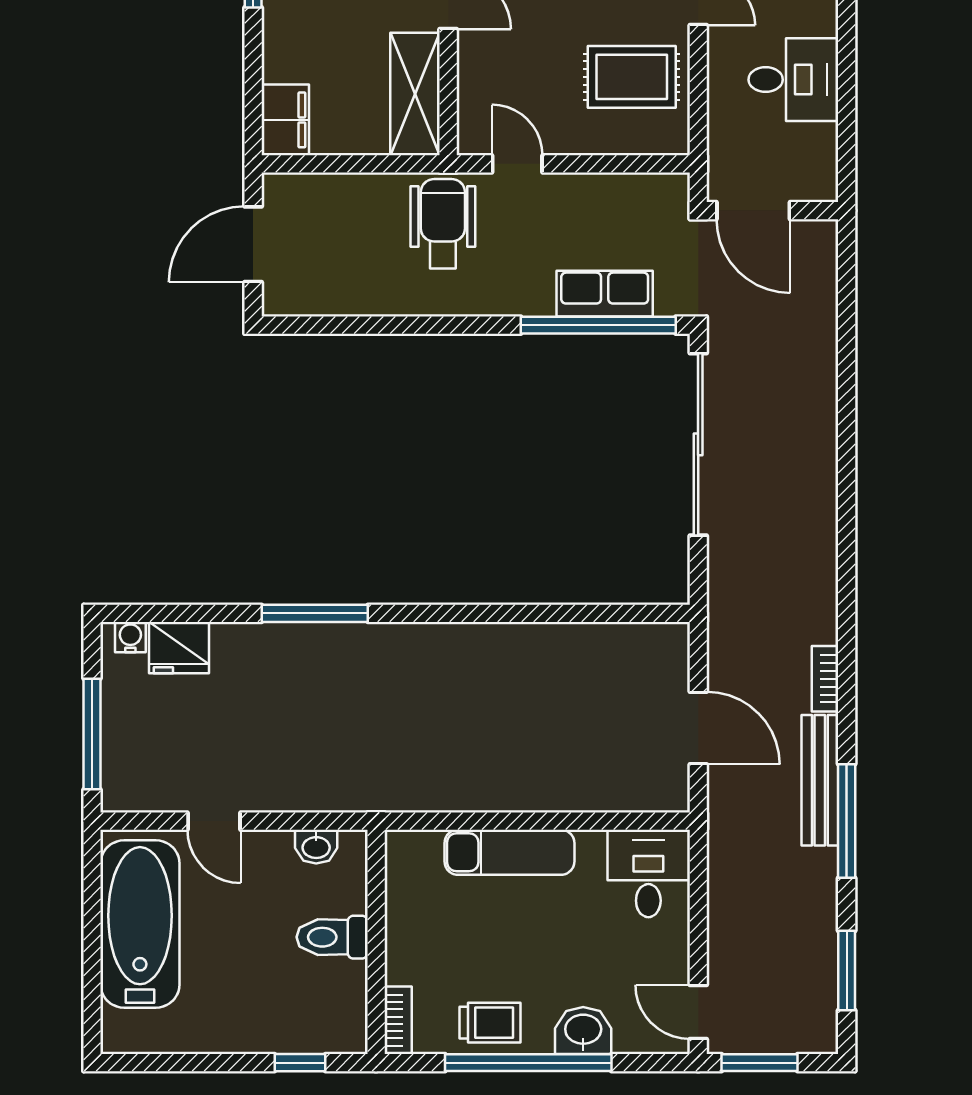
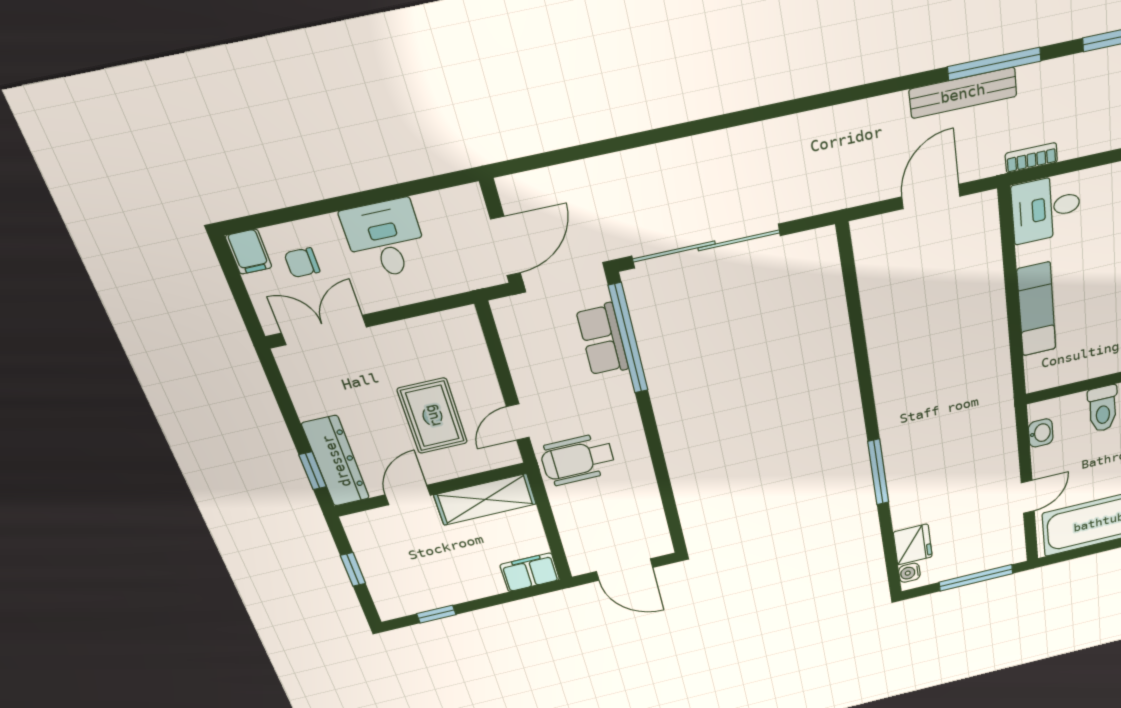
rug: (632, 77) -> (432, 416), moved
bookcase: (825, 679) -> (1031, 158), moved, turned 180

